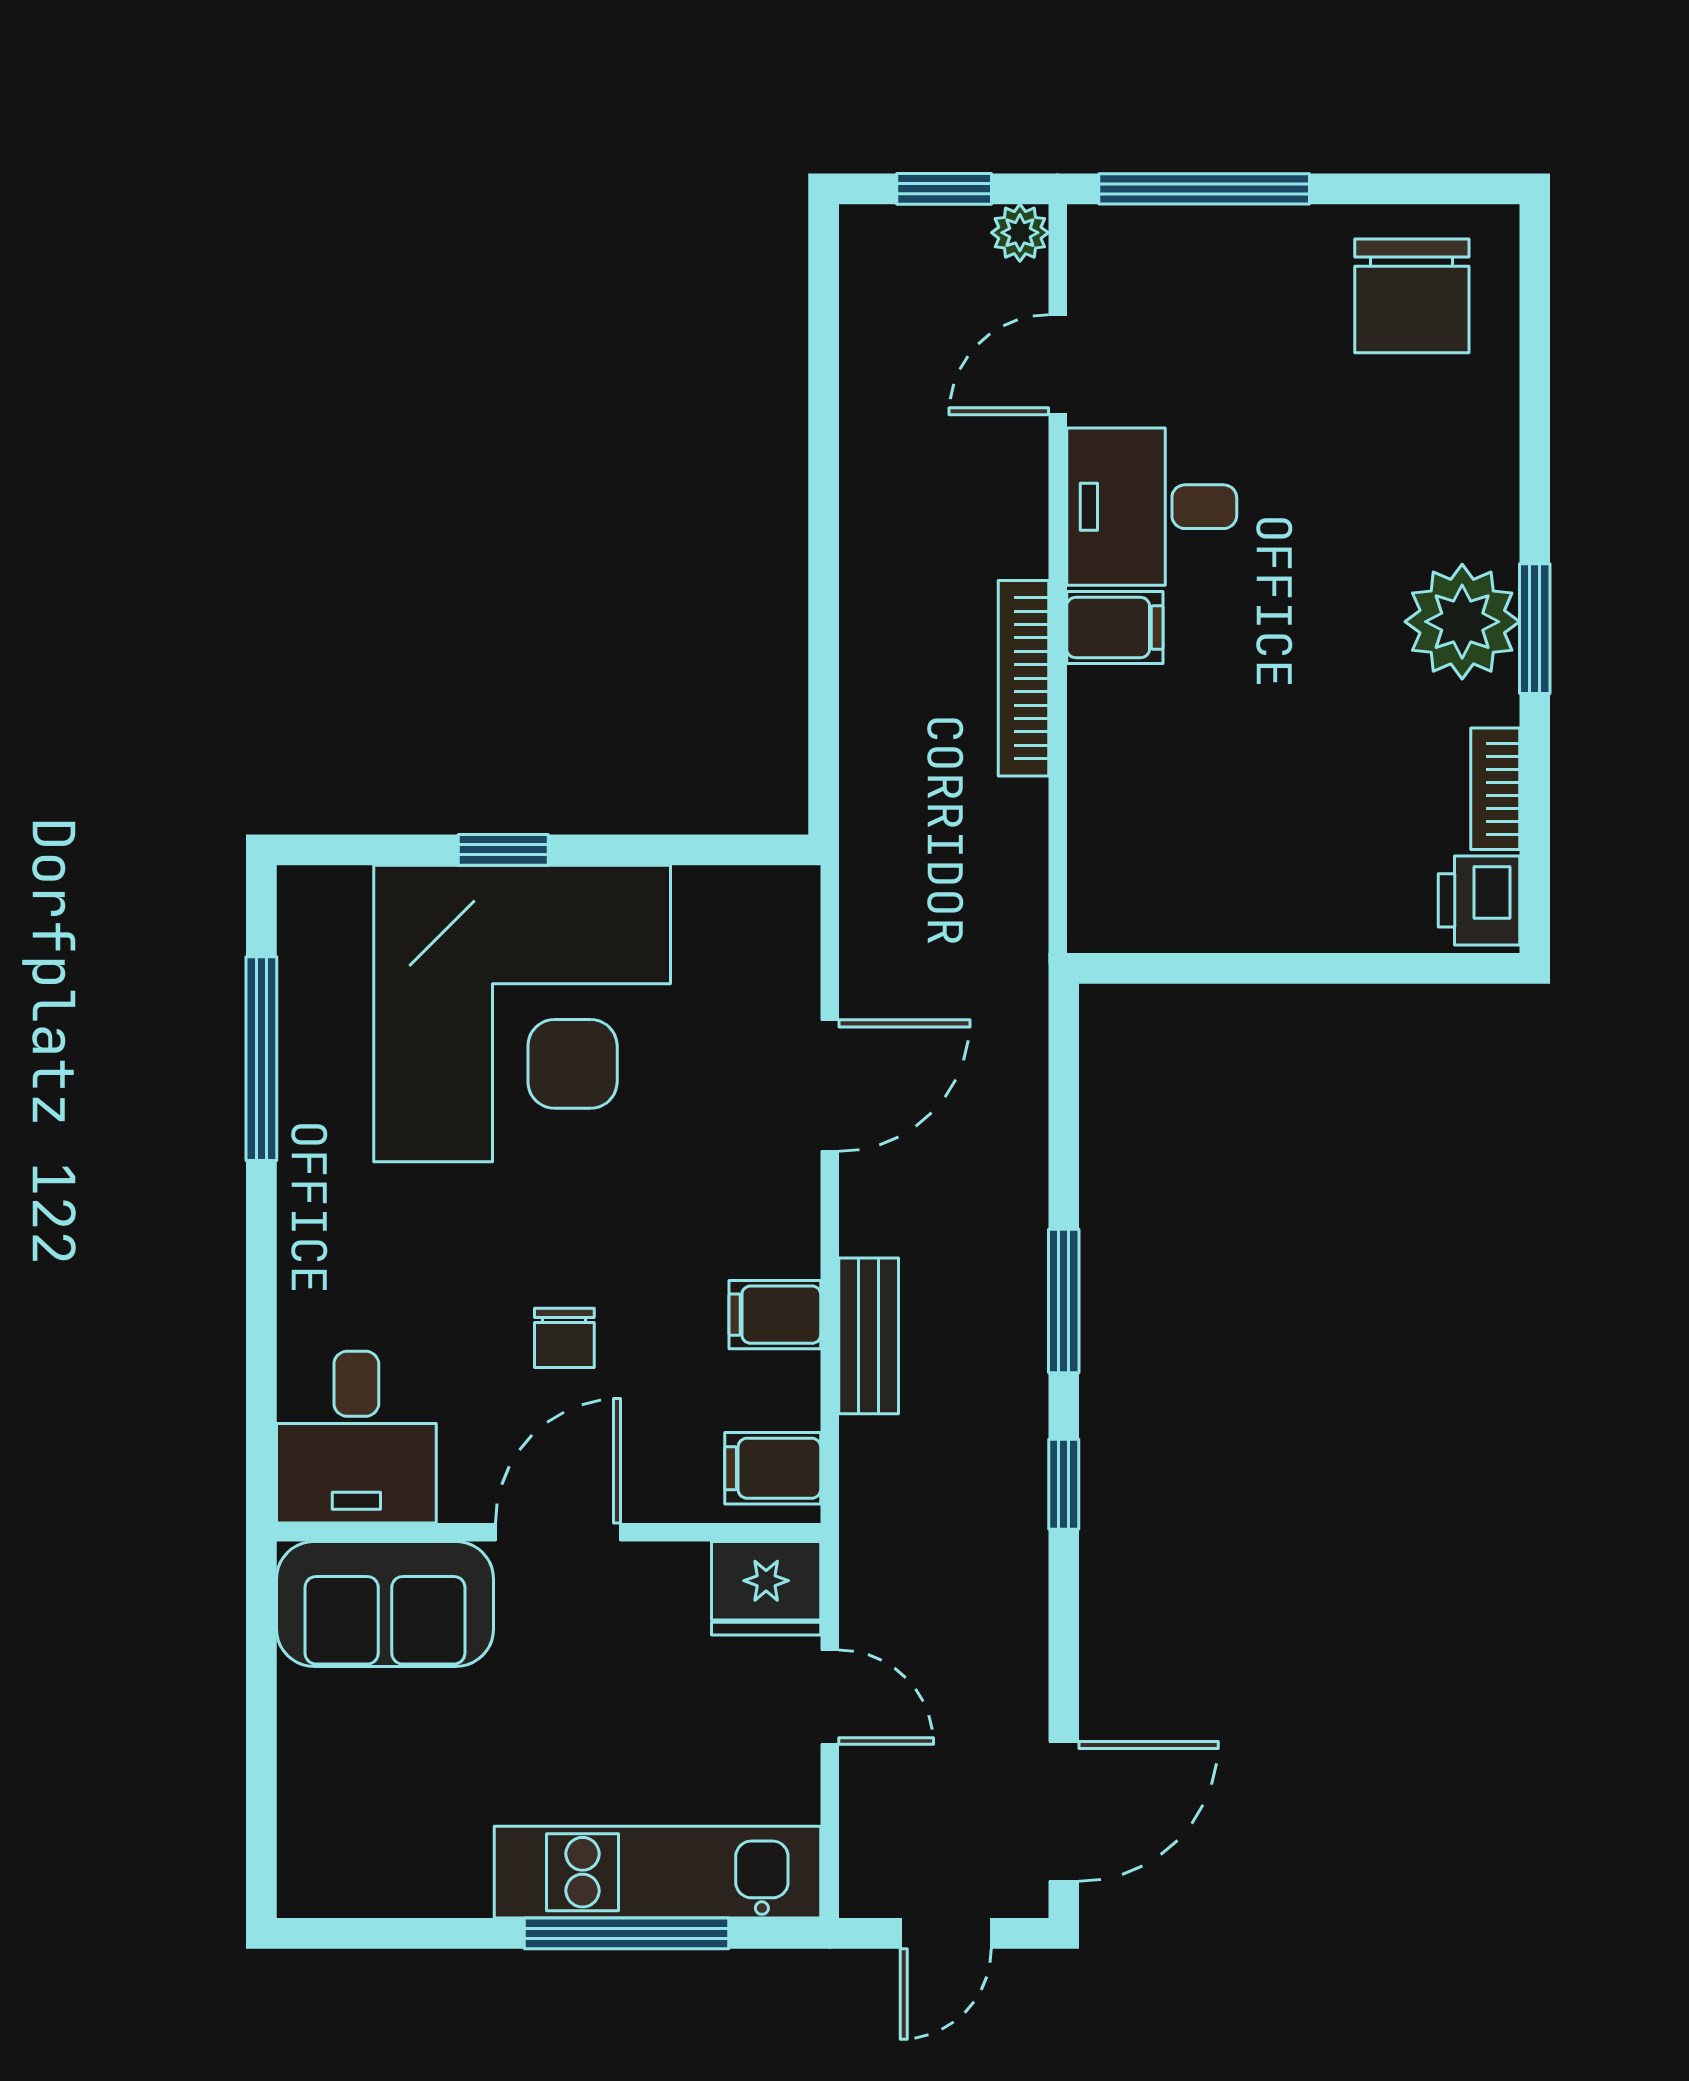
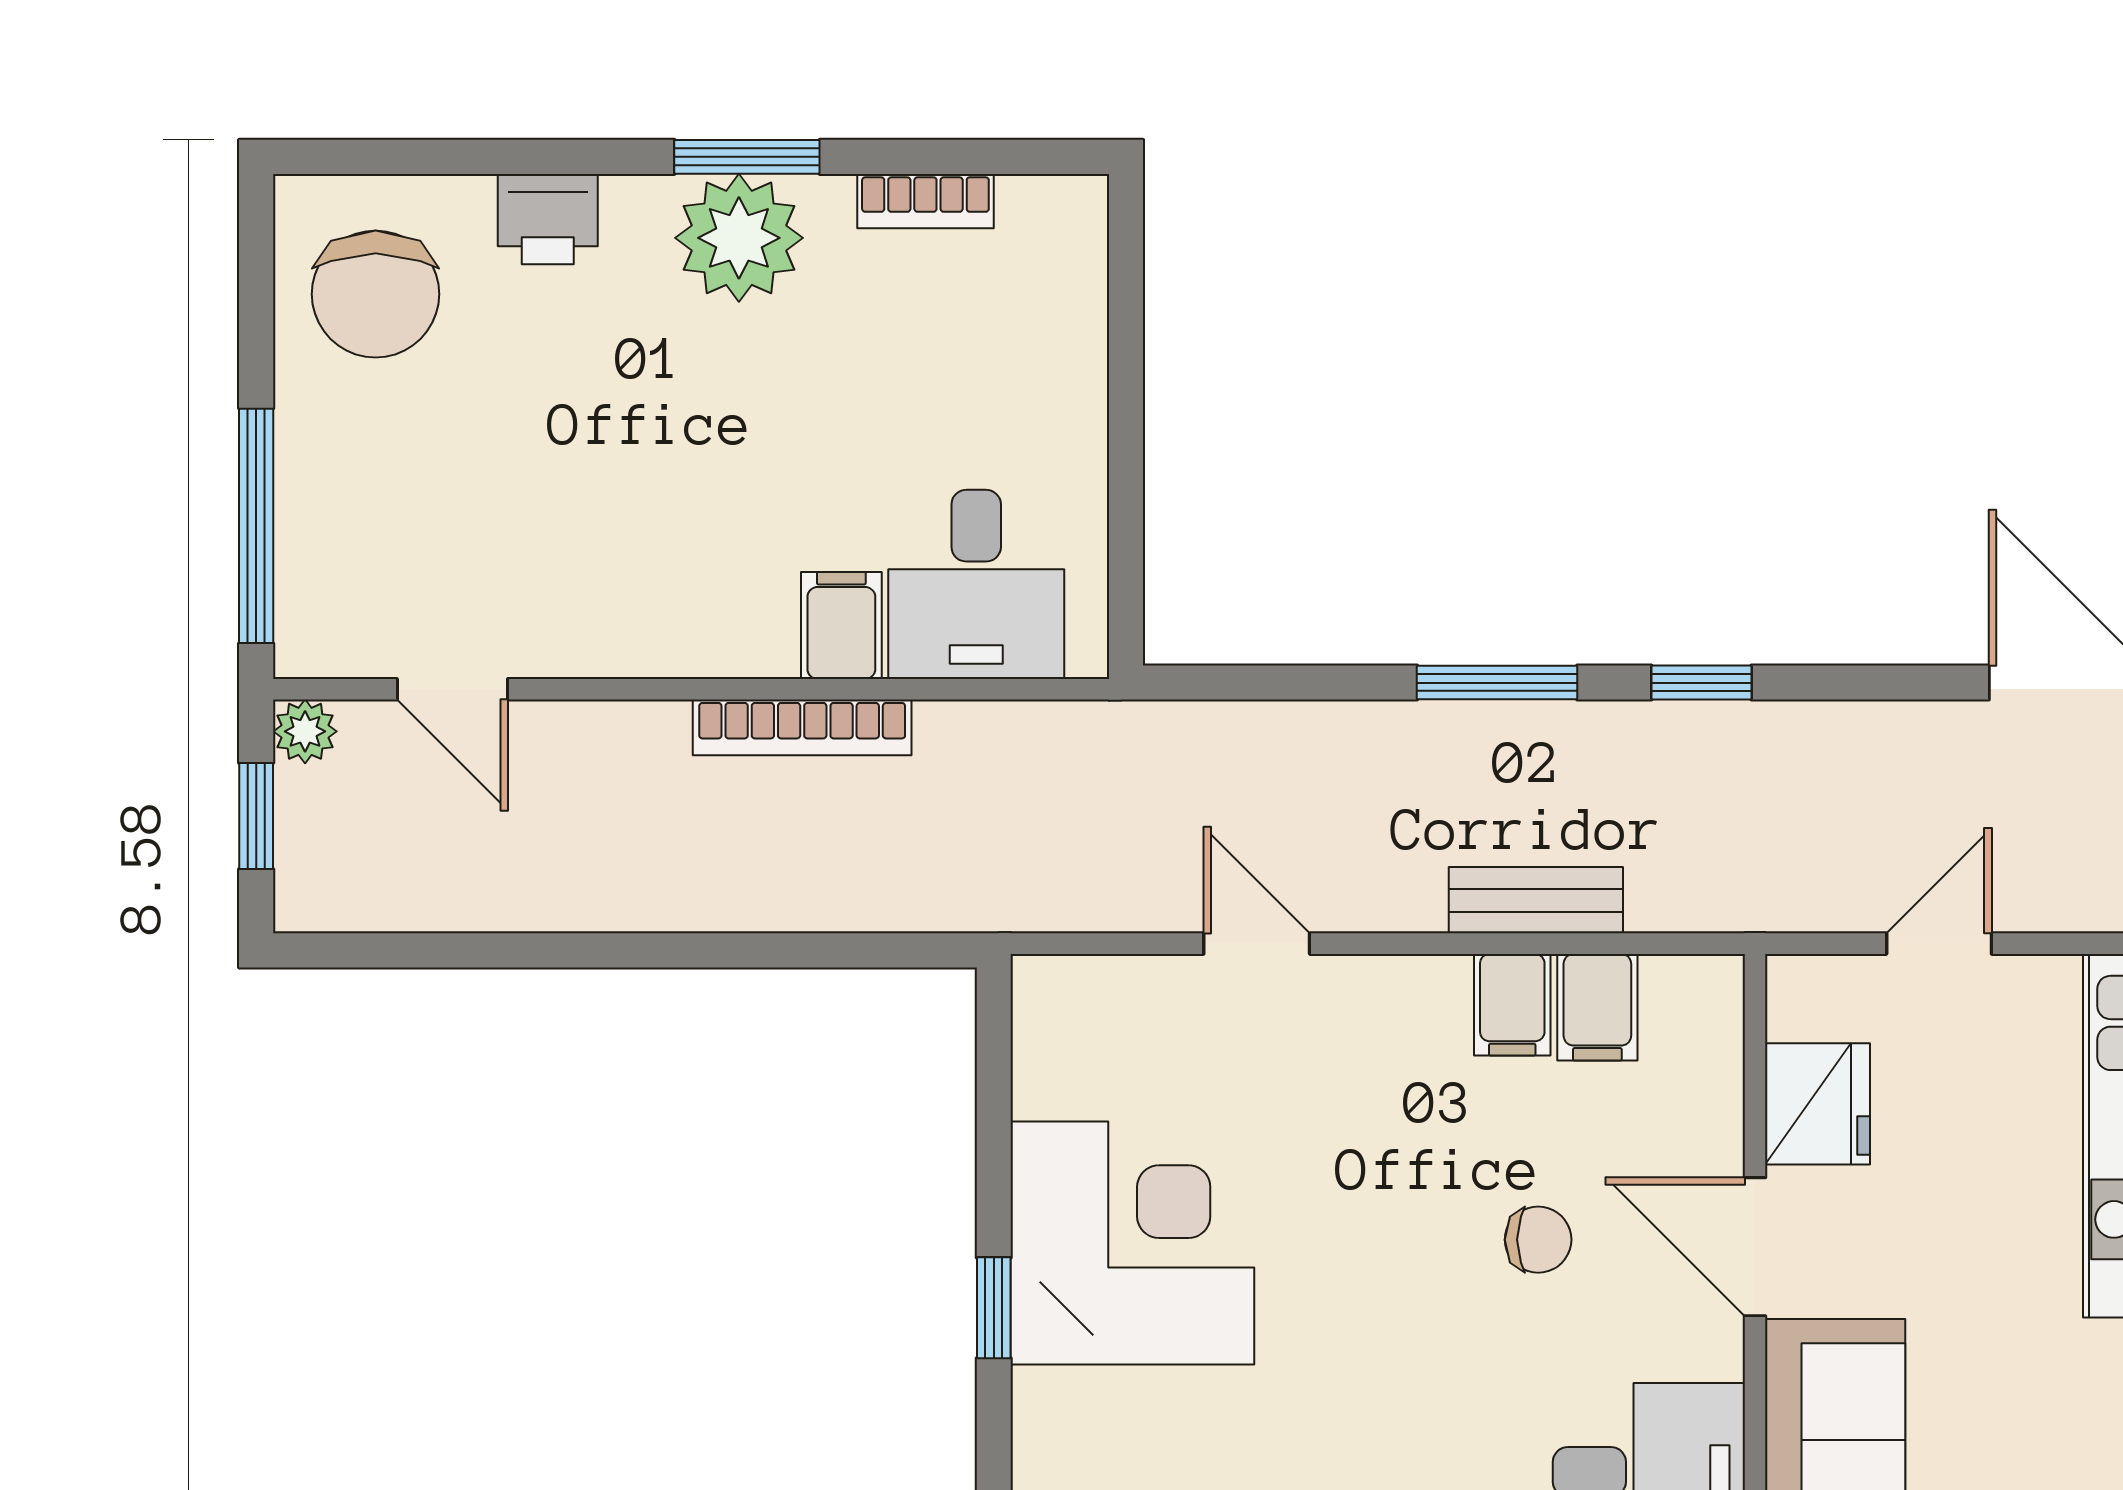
chair: (1412, 296) -> (376, 294), turned 90
desk: (1152, 507) -> (976, 584), moved
filing cabinet: (1115, 628) -> (841, 625), moved
printer: (1479, 900) -> (548, 219), moved
corner desk: (522, 1013) -> (1132, 1243), width x0.74, depth x0.74
door: (830, 1086) -> (1257, 944), width x0.73
filing cabinet: (773, 1468) -> (1597, 1007), moved
fridge: (766, 1588) -> (1818, 1104), moved

